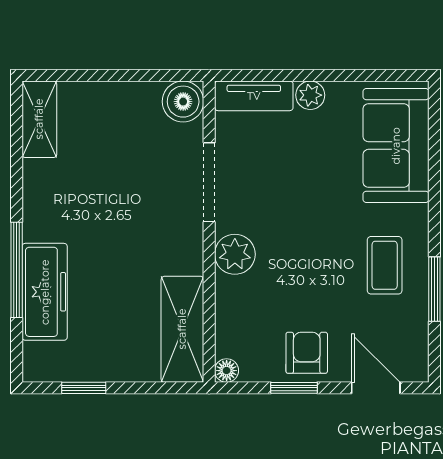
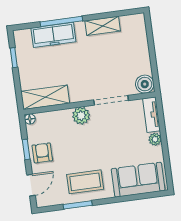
shelving: (39, 119) -> (103, 26), moved
coffee table: (385, 265) -> (85, 182), width x1.36, depth x1.30
armchair: (307, 353) -> (42, 153), turned -90

